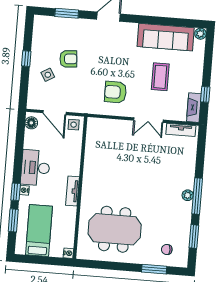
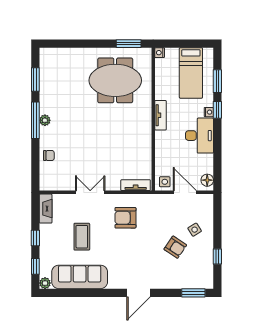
window: (67, 13) -> (193, 293), moved
window: (209, 51) -> (35, 266), added
window: (26, 59) -> (217, 256), moved
armchair: (68, 59) -> (175, 247), turned -141
armchair: (115, 92) -> (125, 218), turned 180
window: (205, 94) -> (35, 238), moved
tv unit: (181, 130) -> (136, 185), moved
chair: (167, 250) -> (49, 156), moved
window: (154, 269) -> (129, 44), moved

